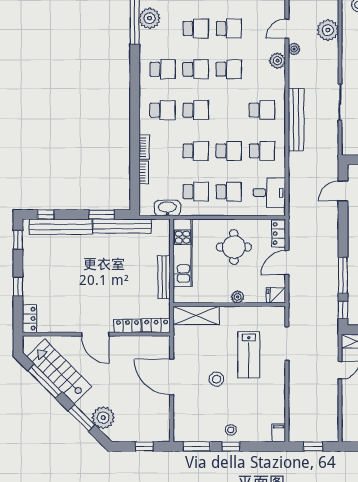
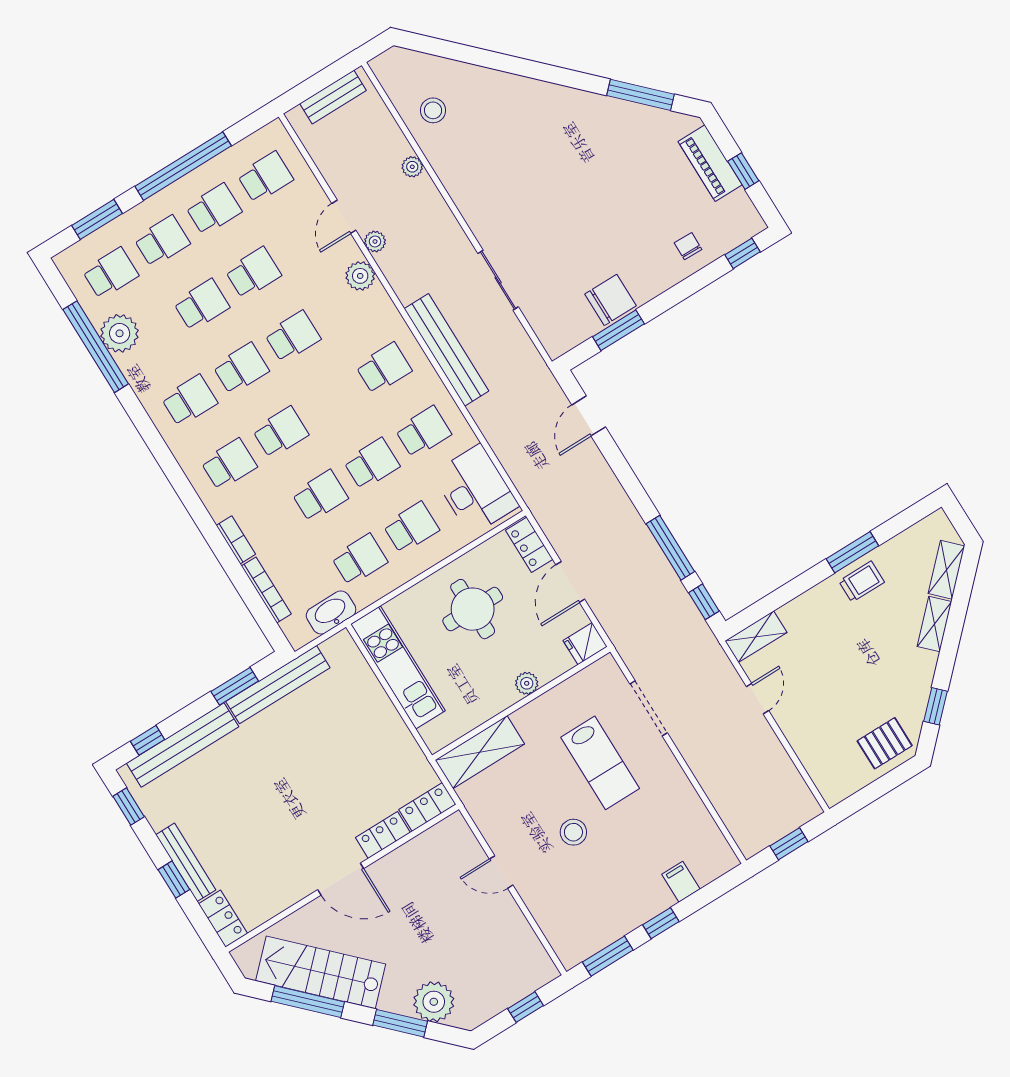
plant: (328, 30) -> (412, 167), width x0.53, depth x0.53
bookcase: (144, 172) -> (266, 590), width x1.56
desk: (269, 193) -> (475, 490), width x1.37
bench: (164, 277) -> (186, 862), moved
door: (172, 377) -> (501, 872), width x0.53
stool: (231, 430) -> (645, 897), removed
filing cabinet: (279, 433) -> (681, 882), moved

